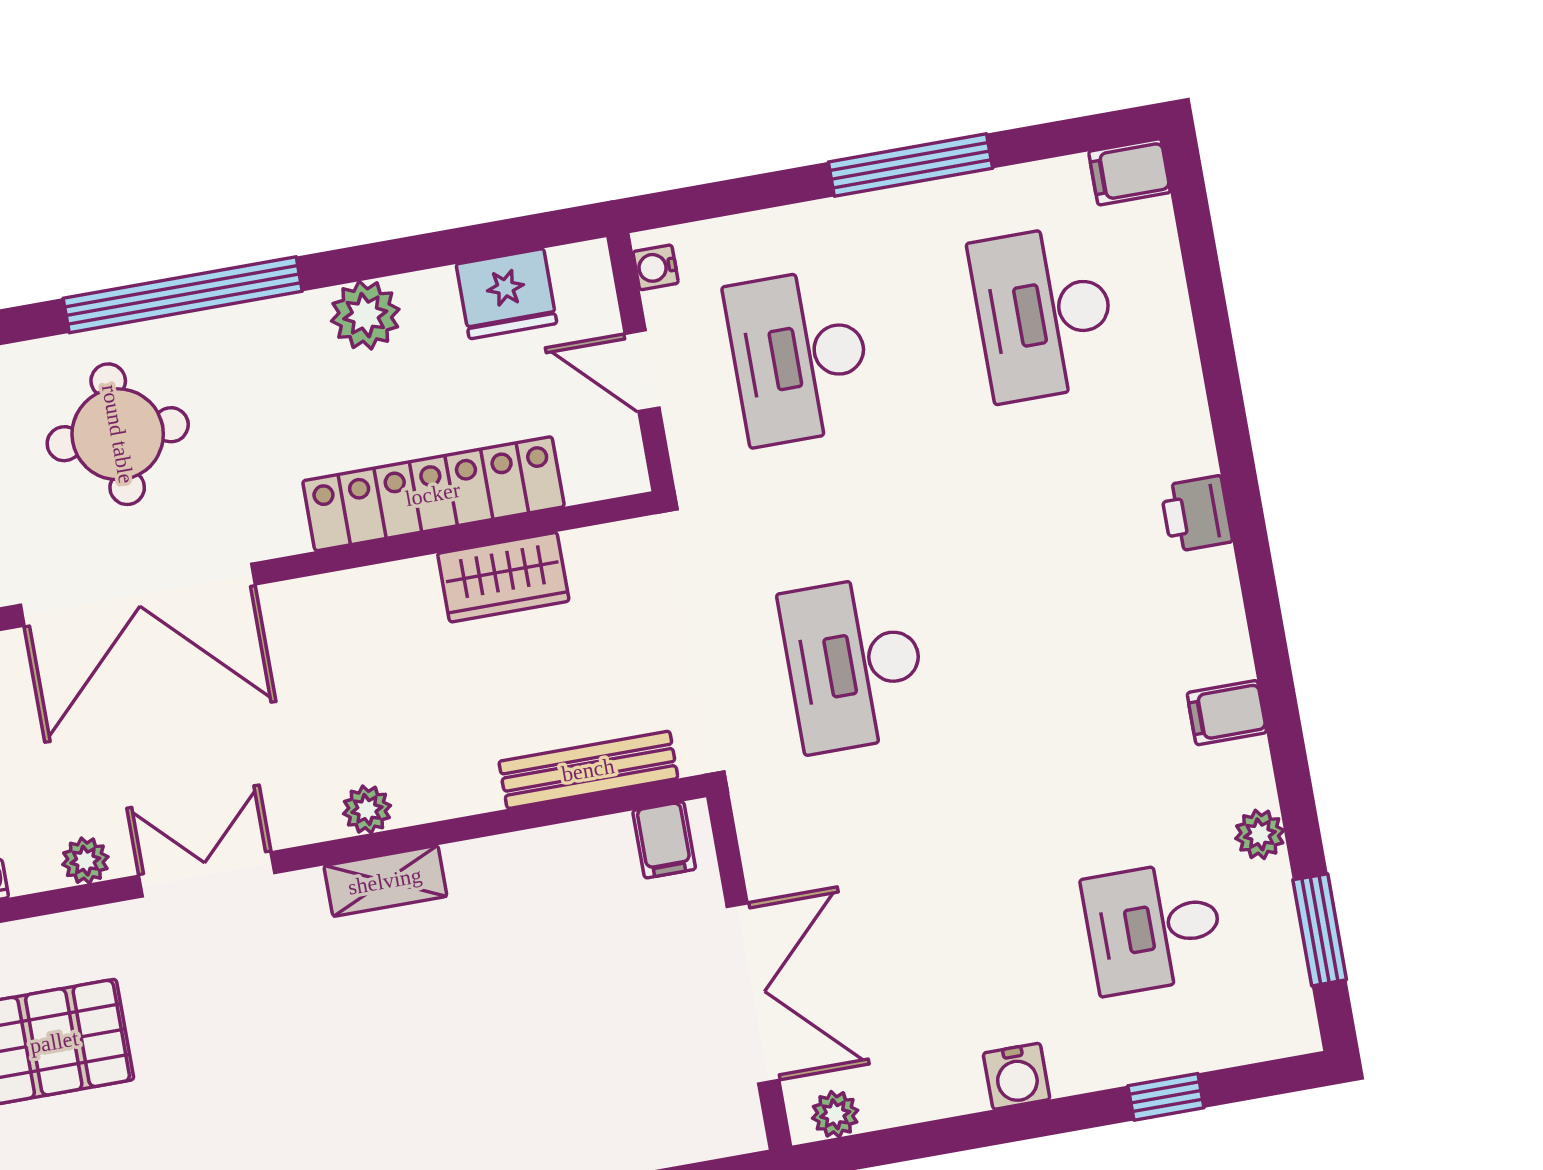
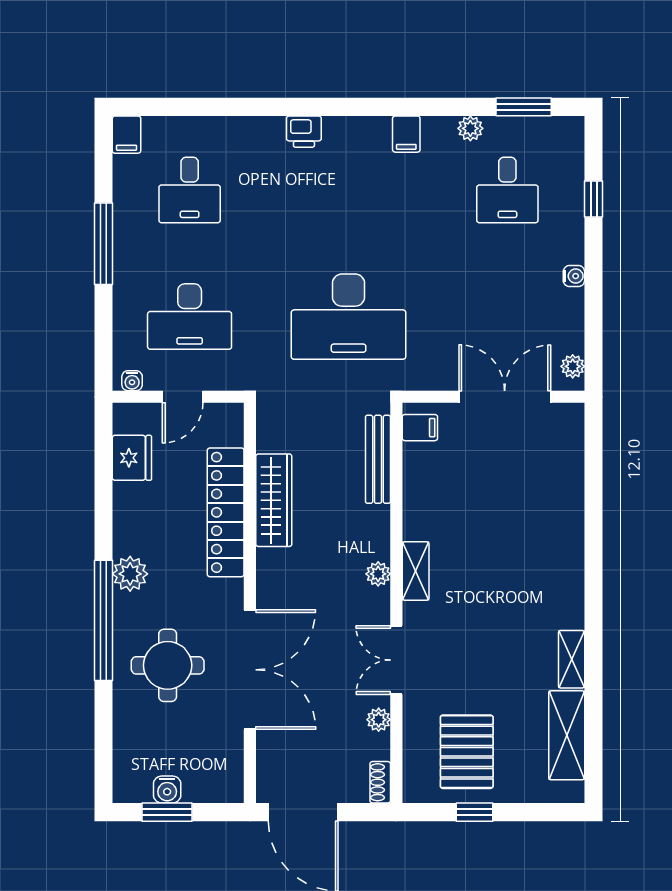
desk: (1044, 313) -> (190, 190), width x0.73
plant: (365, 315) -> (130, 574), moved
wardrobe: (503, 577) -> (274, 500), width x1.50
desk: (854, 664) -> (349, 317), width x1.36, depth x1.30
water cooler: (1017, 1076) -> (574, 276), width x0.72, depth x0.72

